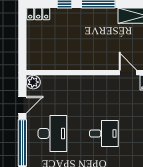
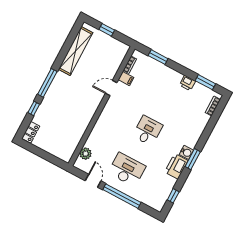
plant: (33, 82) -> (86, 154), moved

